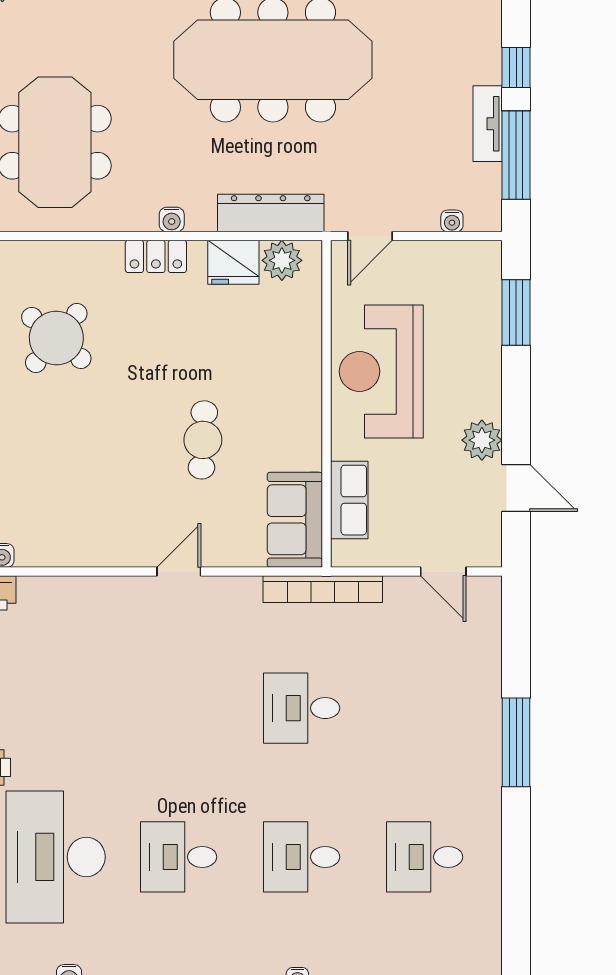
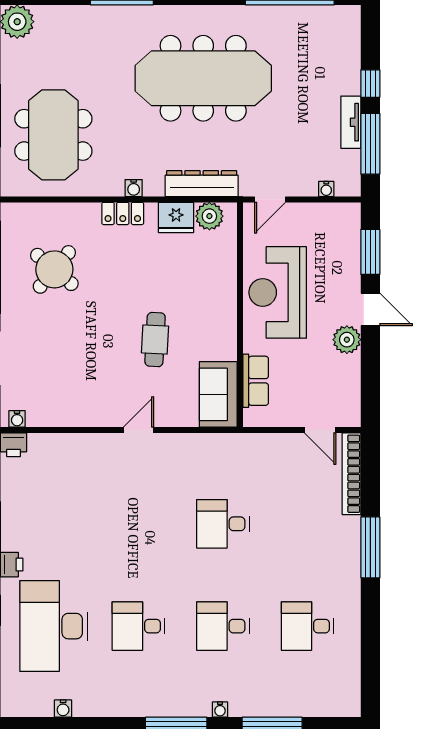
door: (516, 488) -> (370, 309), moved
bookcase: (323, 589) -> (351, 474), moved, turned 90

